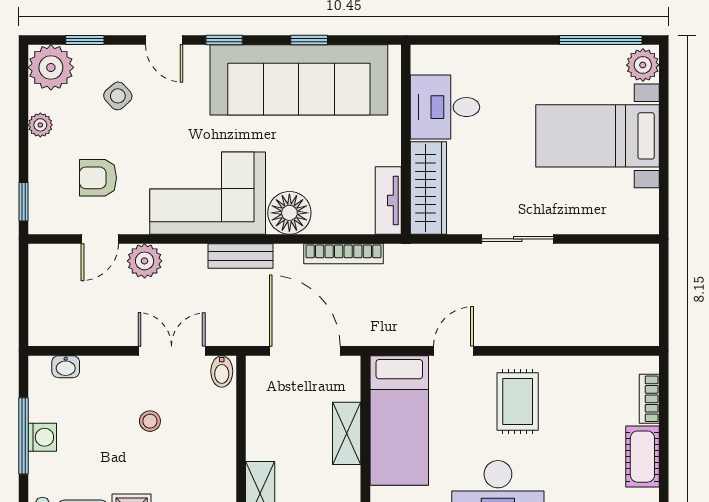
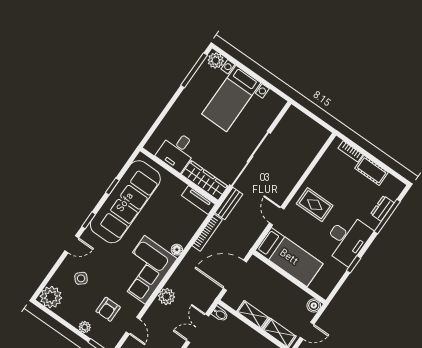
window: (85, 40) -> (50, 276), removed
plant: (40, 125) -> (85, 327), moved
floor lamp: (289, 213) -> (177, 250), width x0.53, depth x0.53
sliding door: (518, 239) -> (250, 159), width x1.86
bench: (241, 256) -> (229, 204), moved
plant: (145, 261) -> (167, 296), moved
shelving: (347, 433) -> (253, 315), moved

